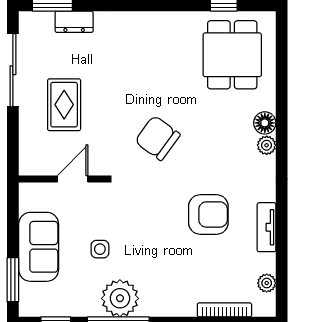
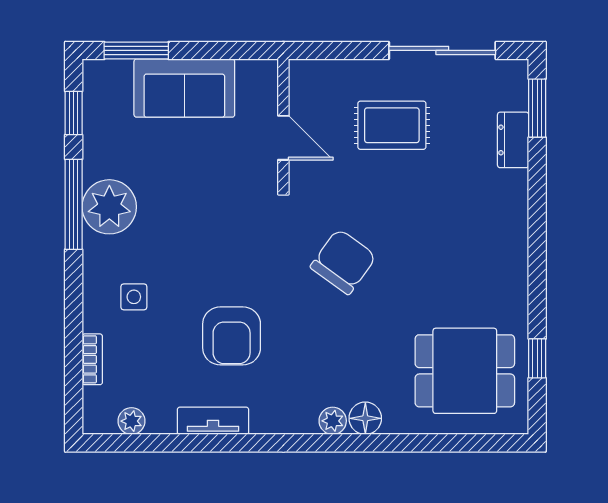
side table: (100, 249) -> (134, 297), moved
bookcase: (224, 310) -> (92, 359), width x0.64

